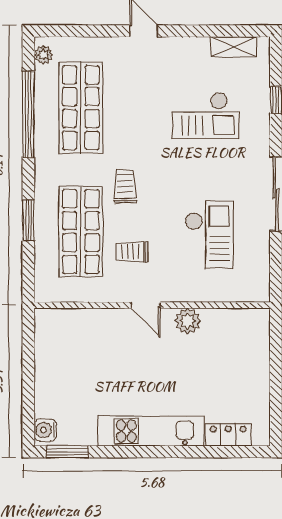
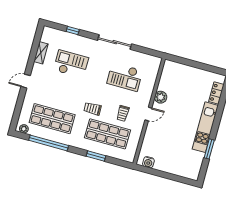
shelving: (233, 47) -> (41, 53), moved
checkout: (205, 116) -> (71, 64), turned -90
checkout: (209, 235) -> (125, 77), turned 180
water cooler: (45, 430) -> (148, 162), moved
window: (67, 452) -> (209, 149), moved

